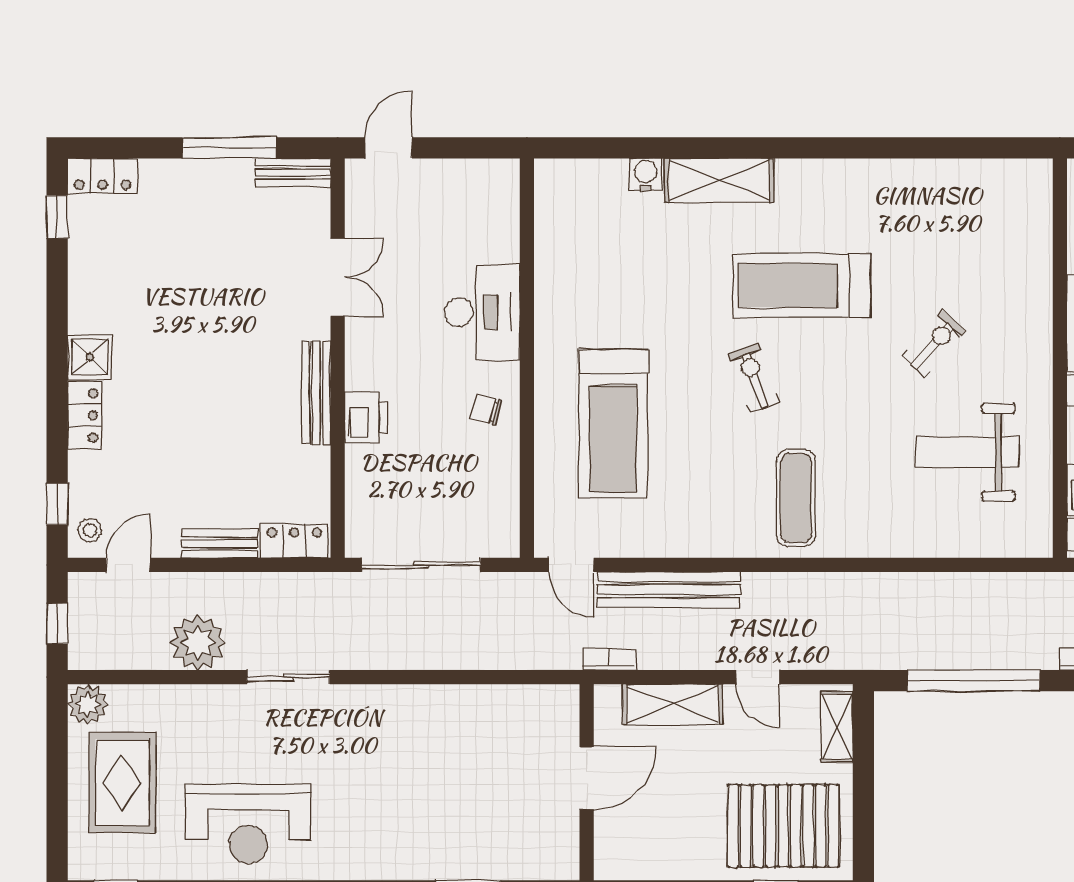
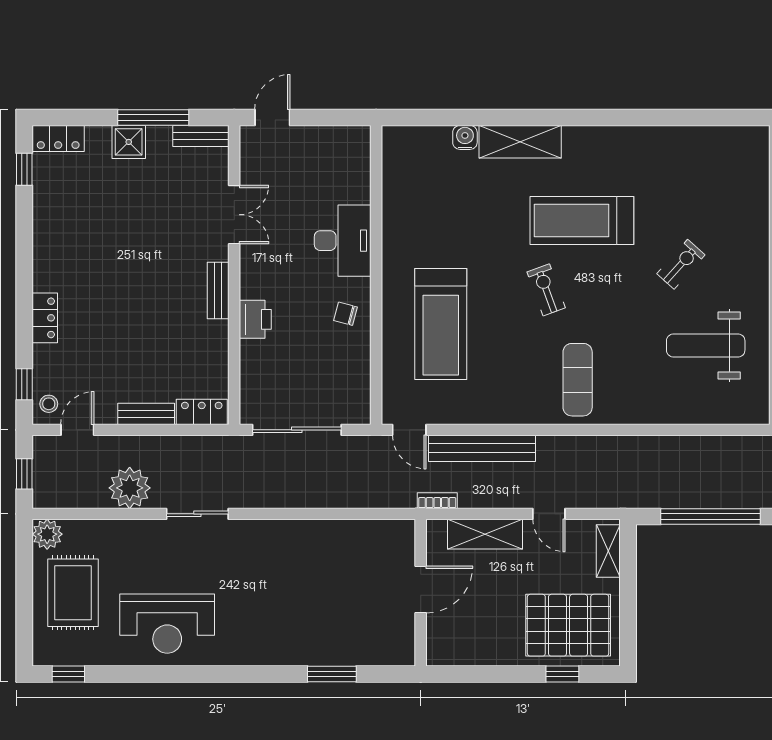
shower: (90, 357) -> (129, 142), moved
bench: (316, 393) -> (218, 290), width x0.73

